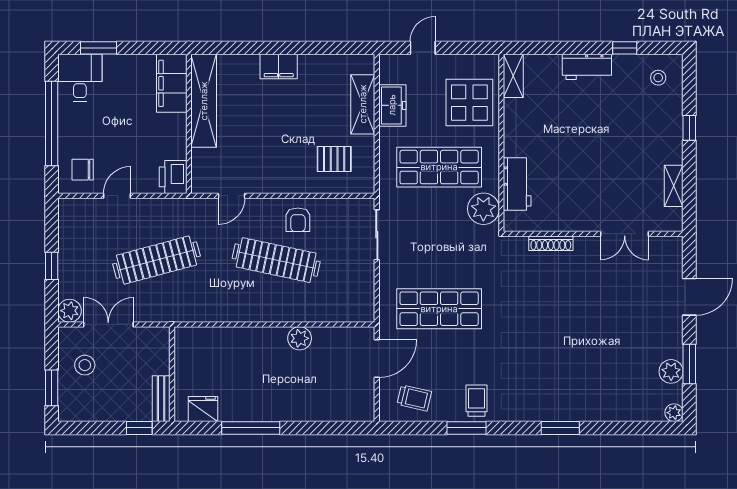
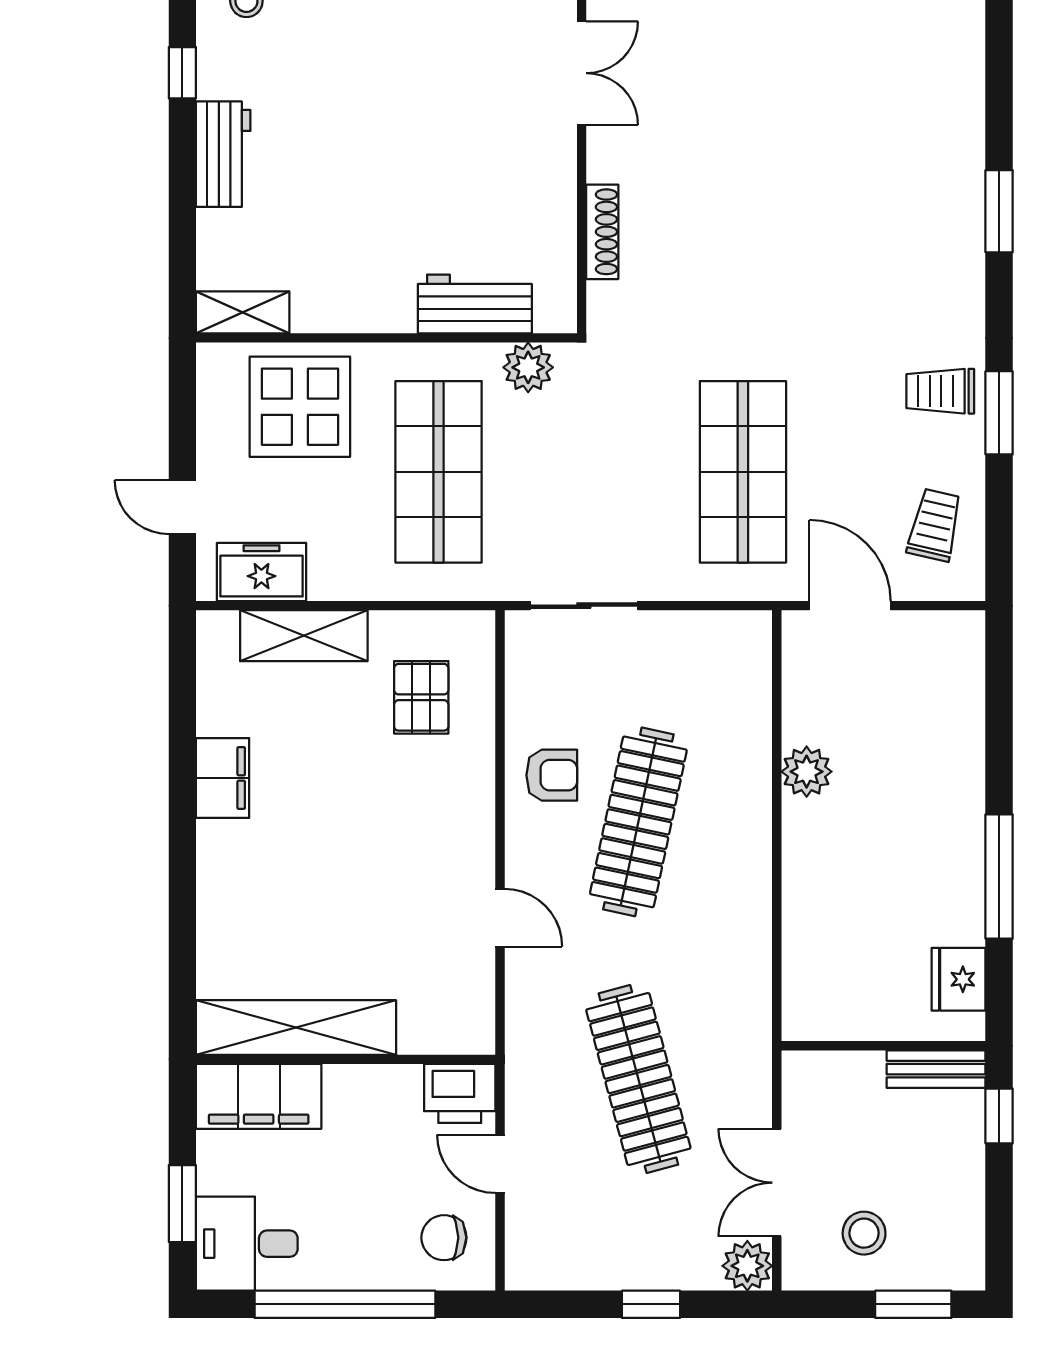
filing cabinet: (279, 67) -> (223, 778), moved
filing cabinet: (172, 83) -> (259, 1096), moved
shelving: (204, 101) -> (296, 1028), moved
freezer: (392, 105) -> (261, 572), moved
wall: (189, 124) -> (346, 1059), moved
chair: (83, 170) -> (444, 1238), turned 90
printer: (173, 177) -> (460, 1093), moved
plant: (483, 209) -> (528, 367), width x0.73, depth x0.73

